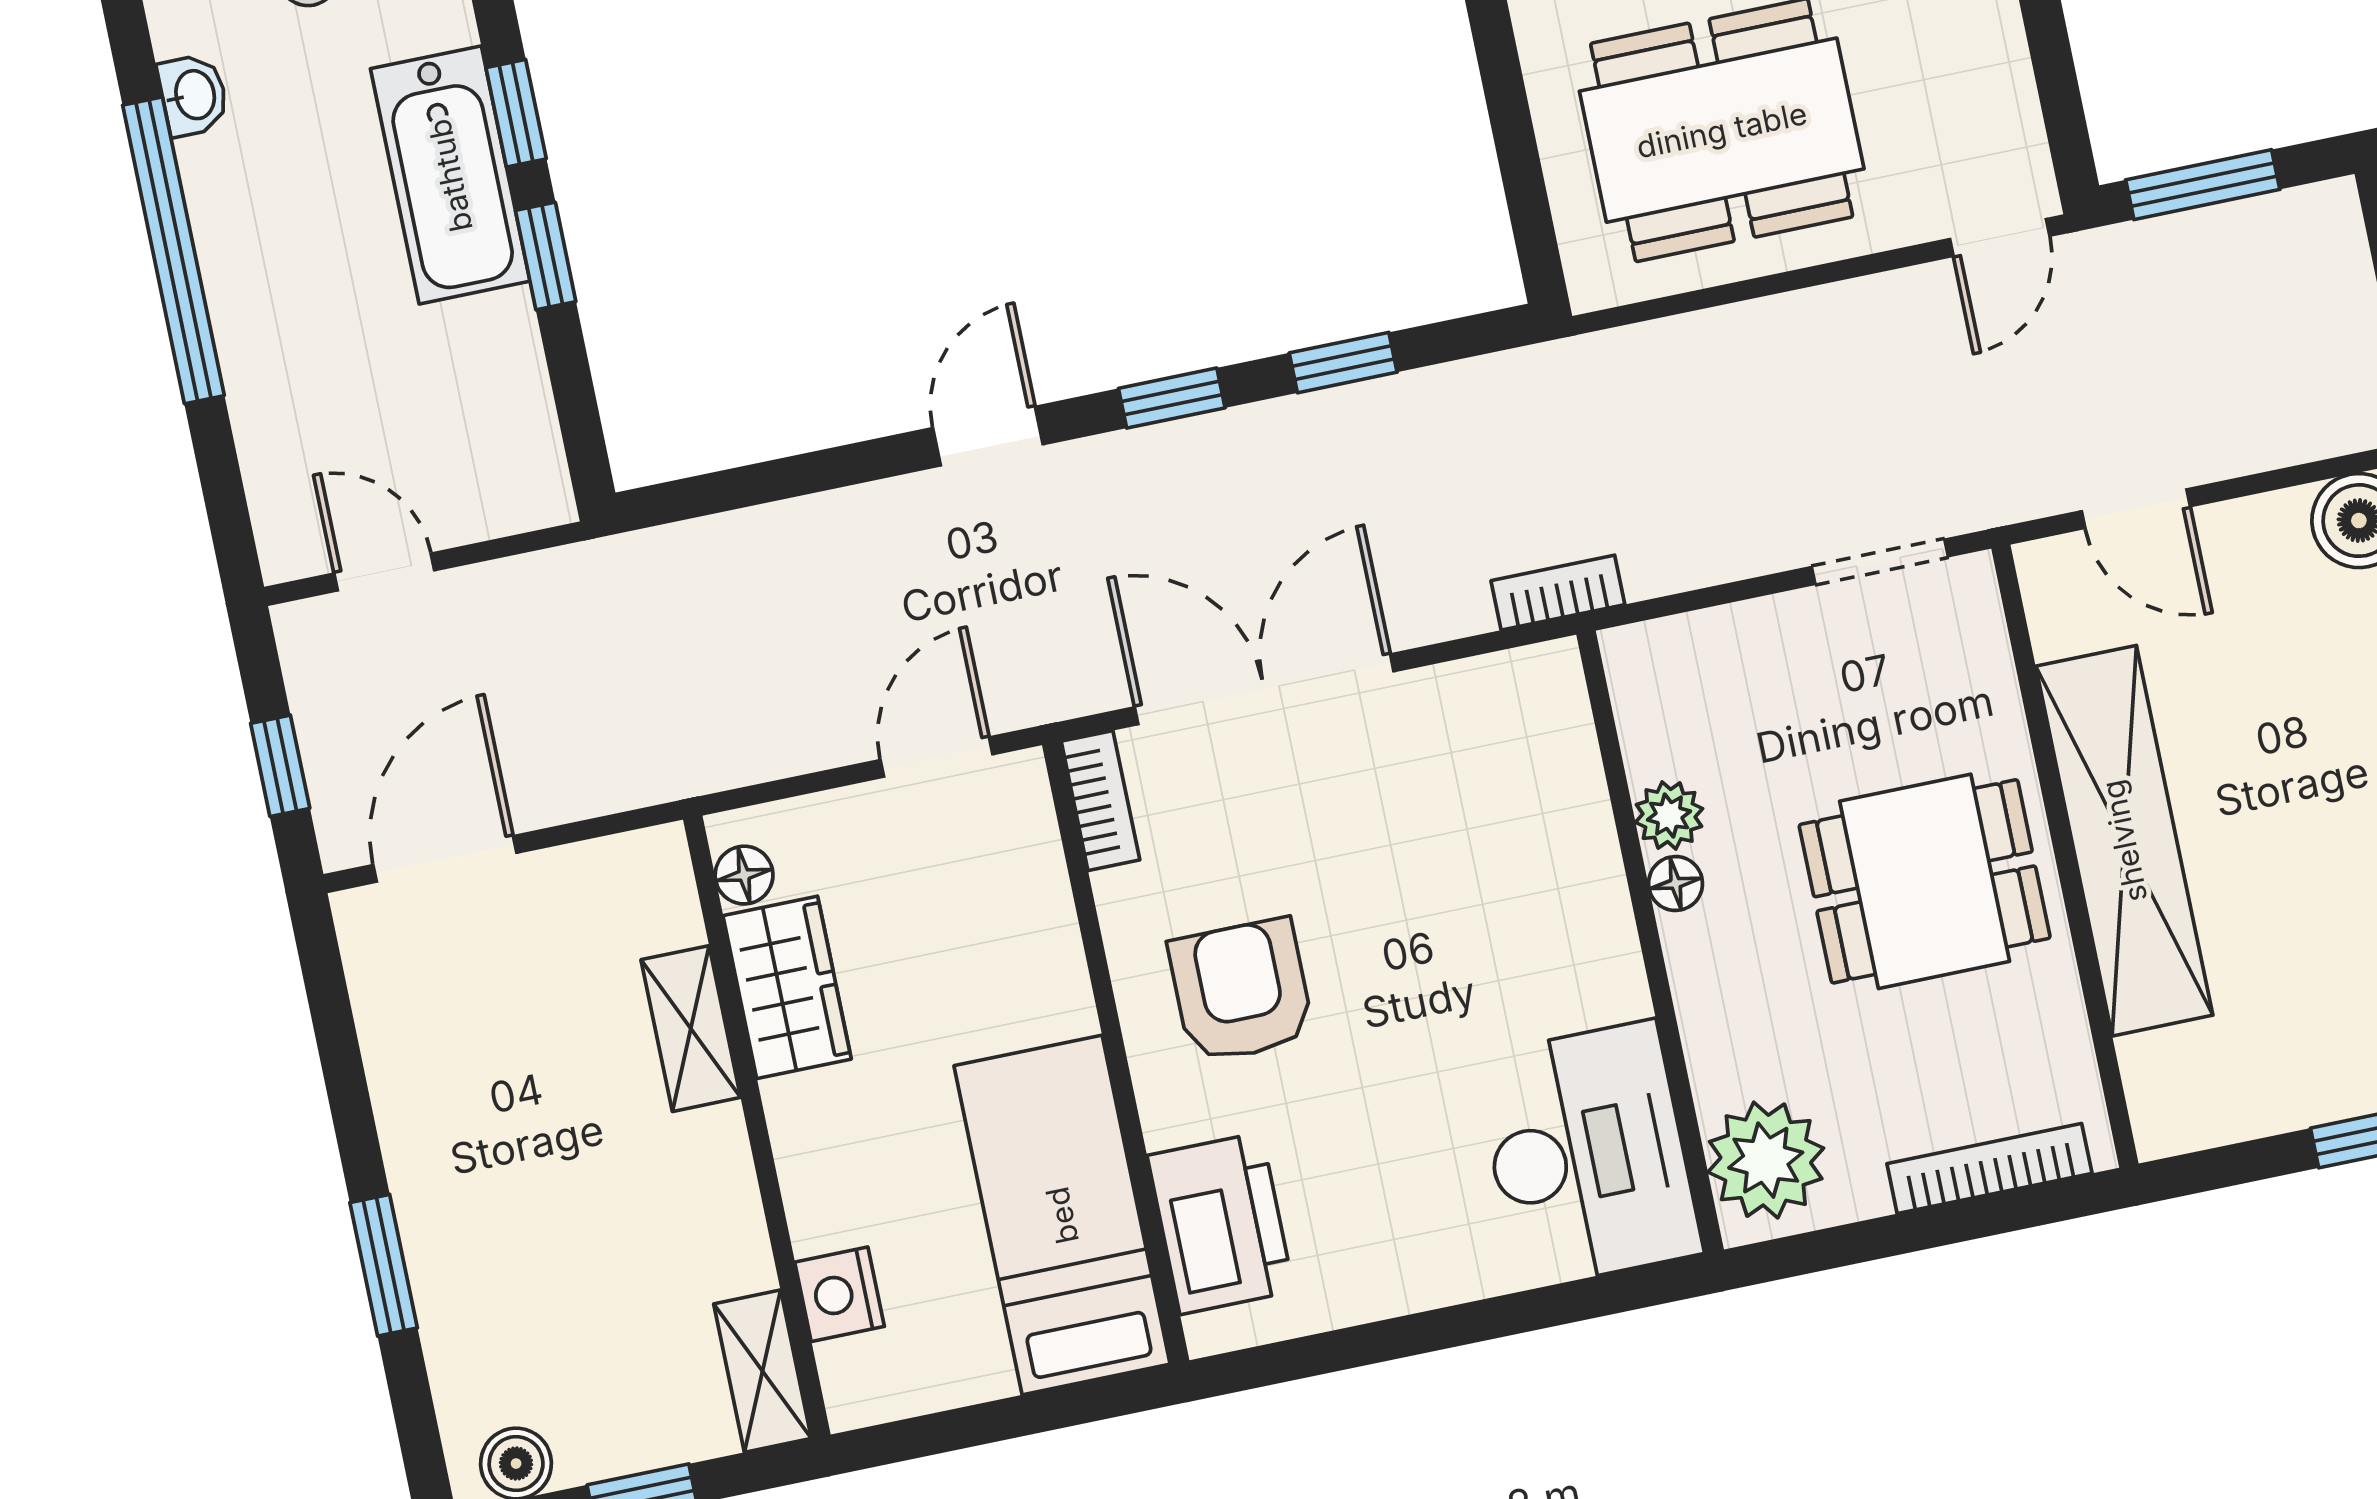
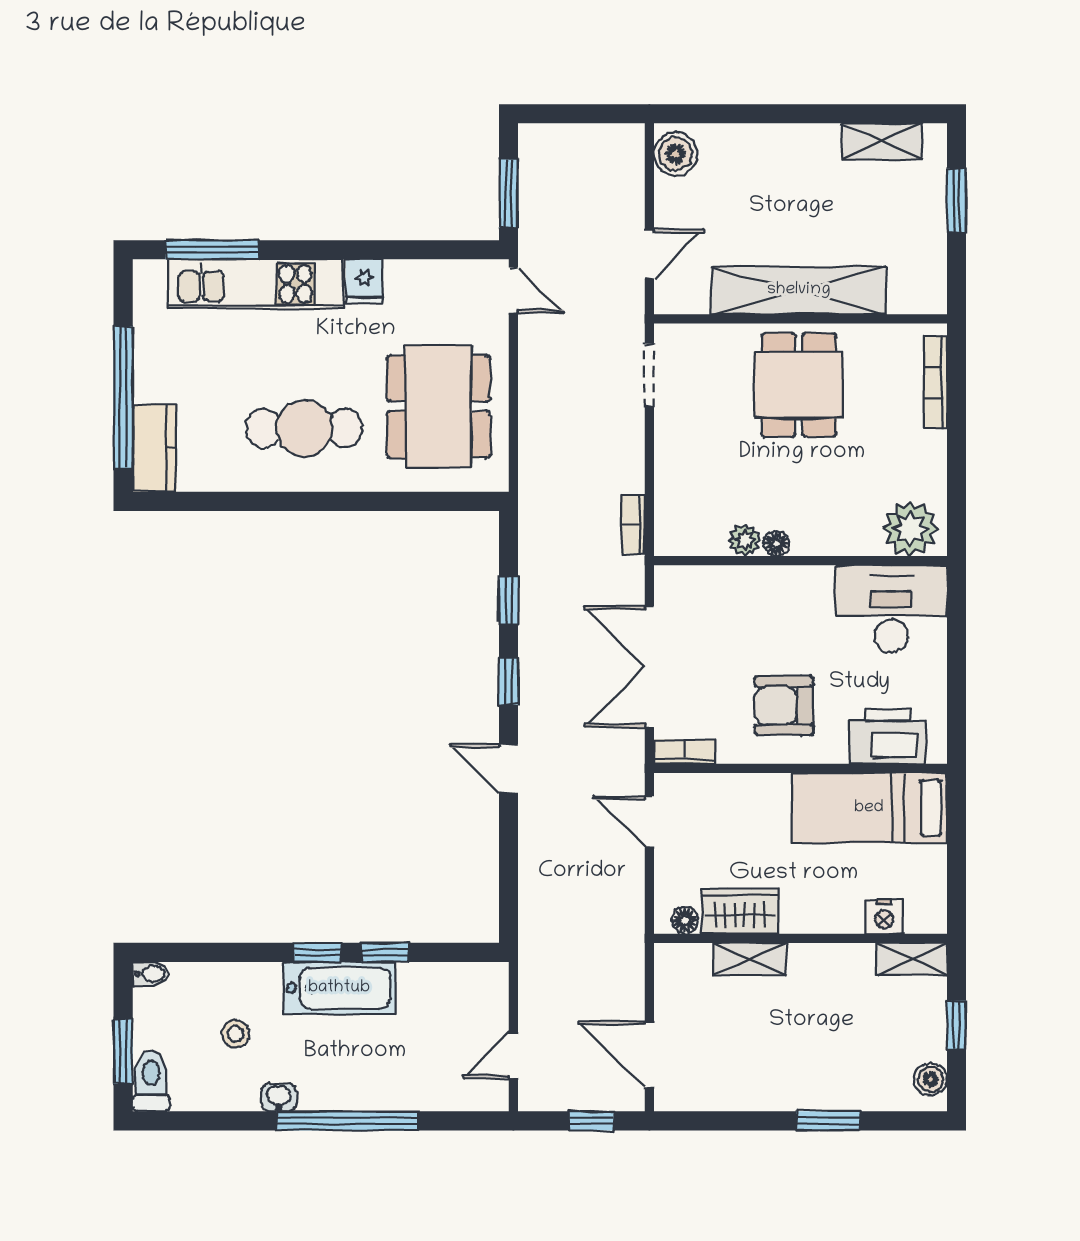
plant: (1669, 815) -> (745, 540), moved
floor lamp: (1676, 883) -> (776, 544), moved
wall: (1650, 942) -> (800, 561), moved
desk: (1588, 1155) -> (891, 609), moved
plant: (1766, 1160) -> (910, 529), moved

